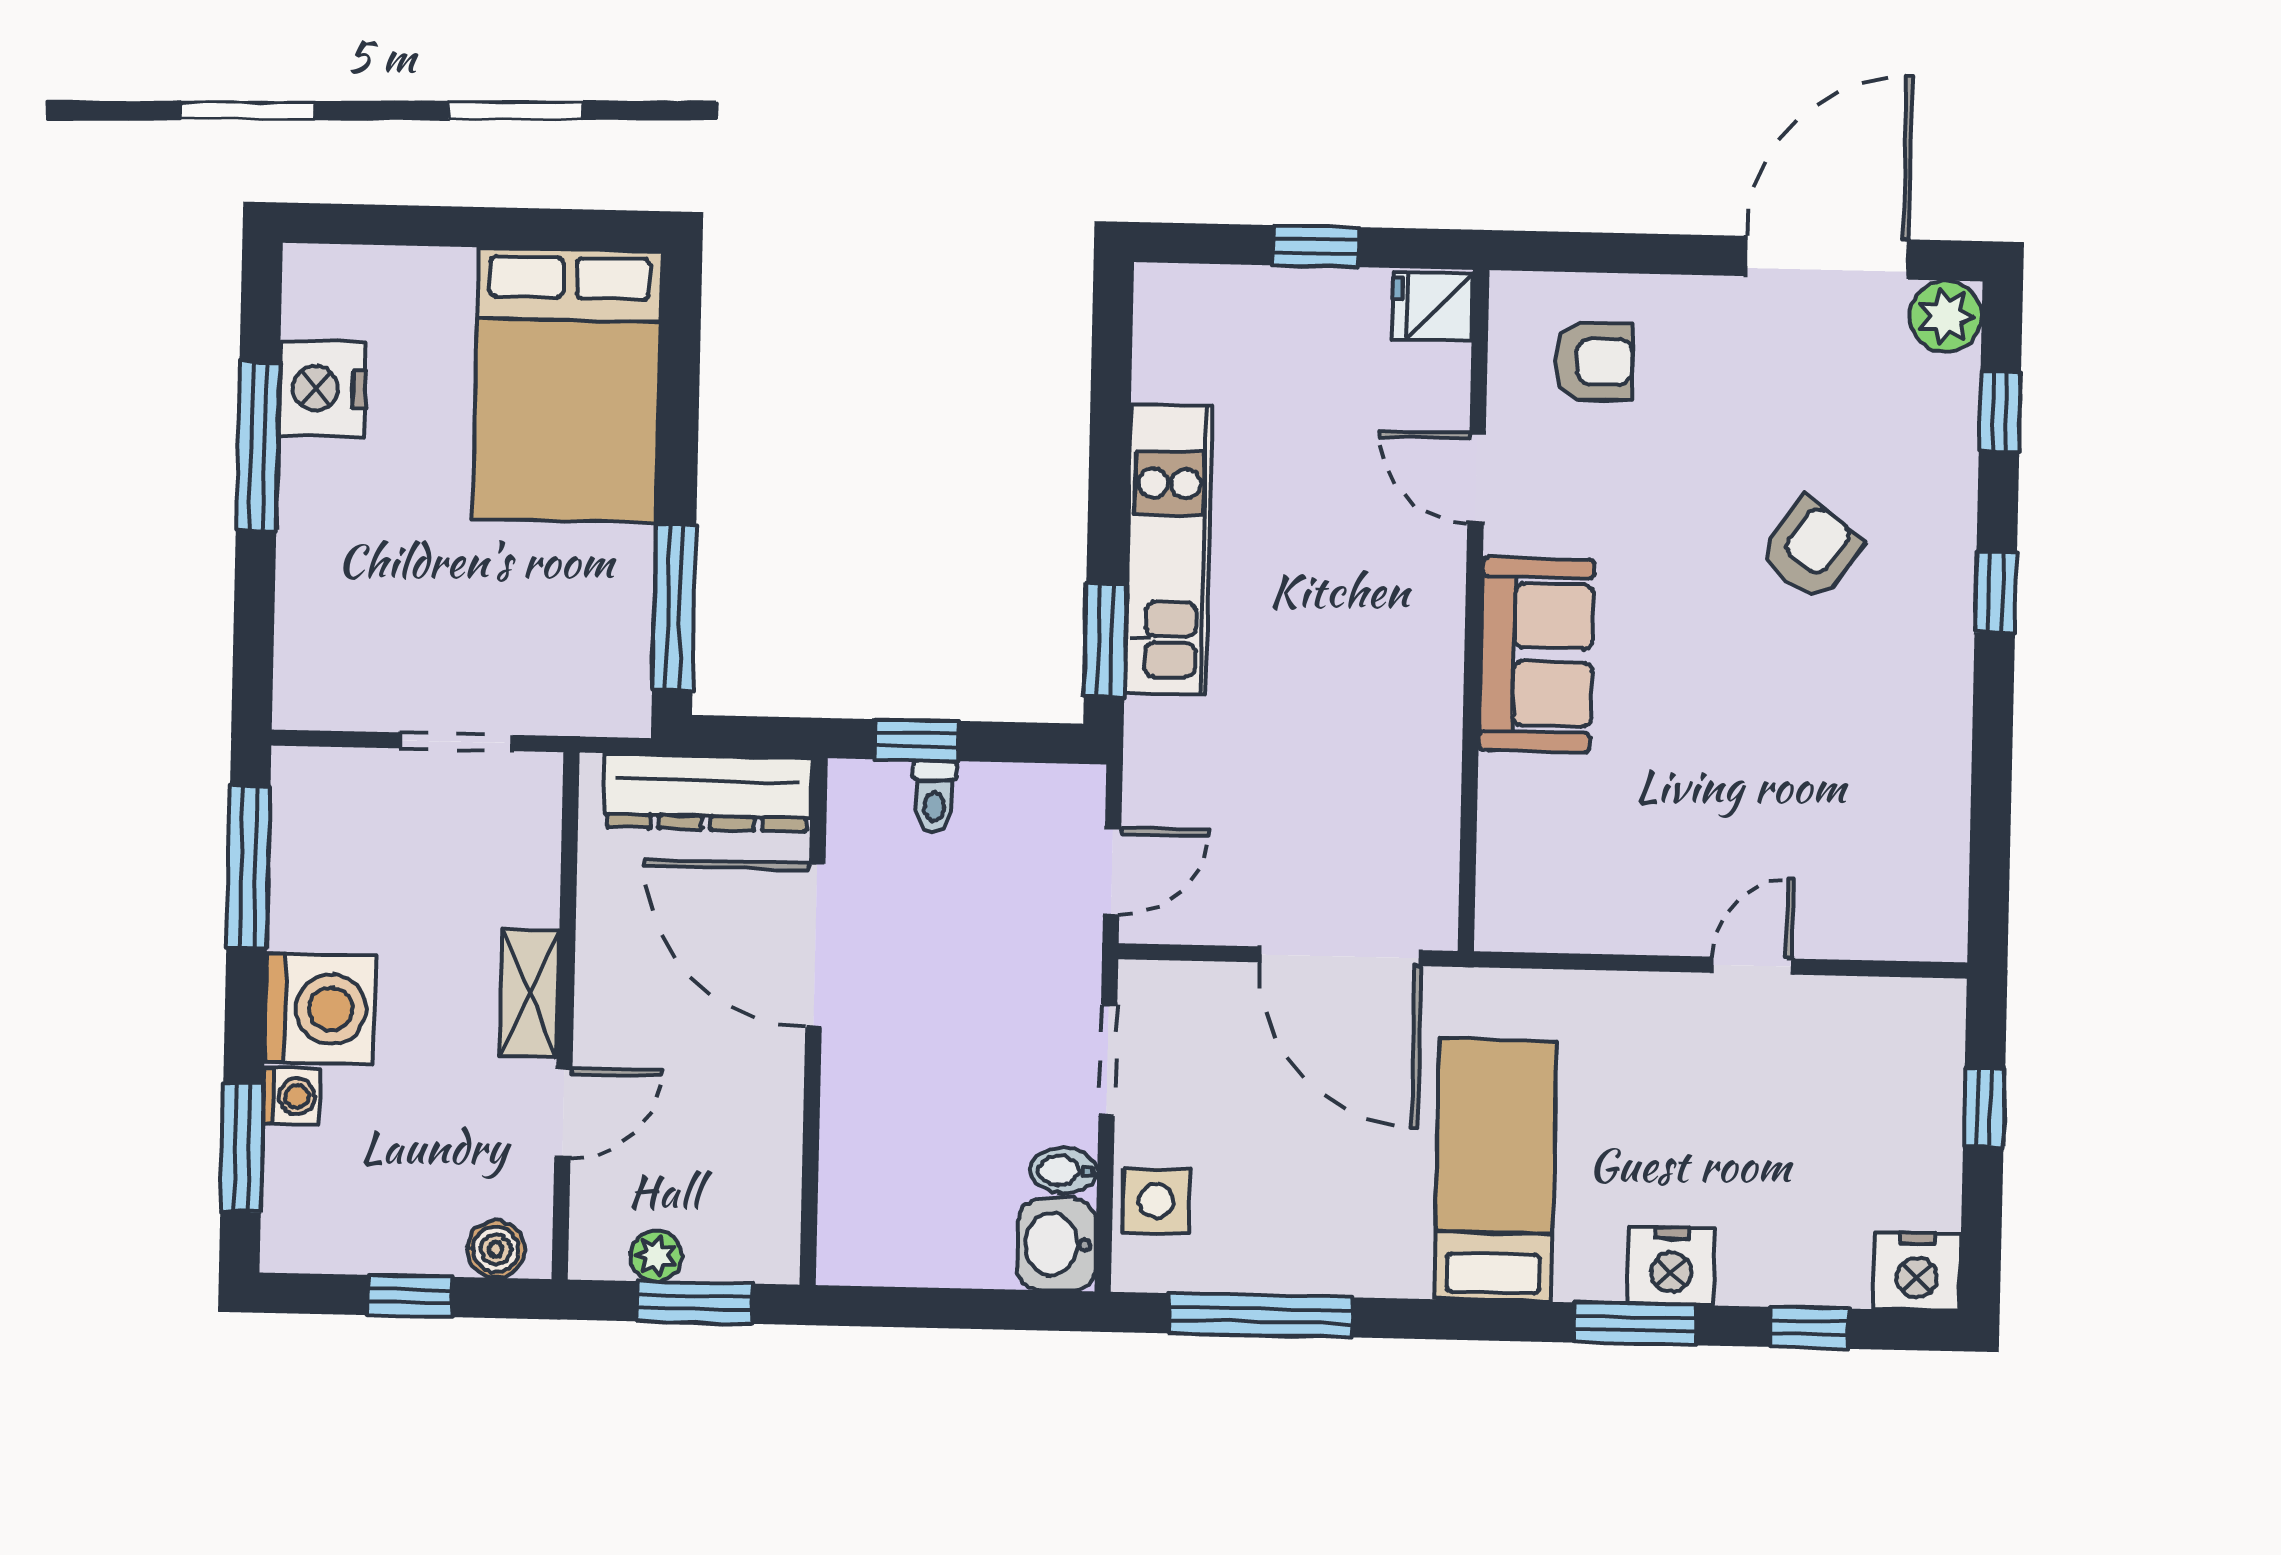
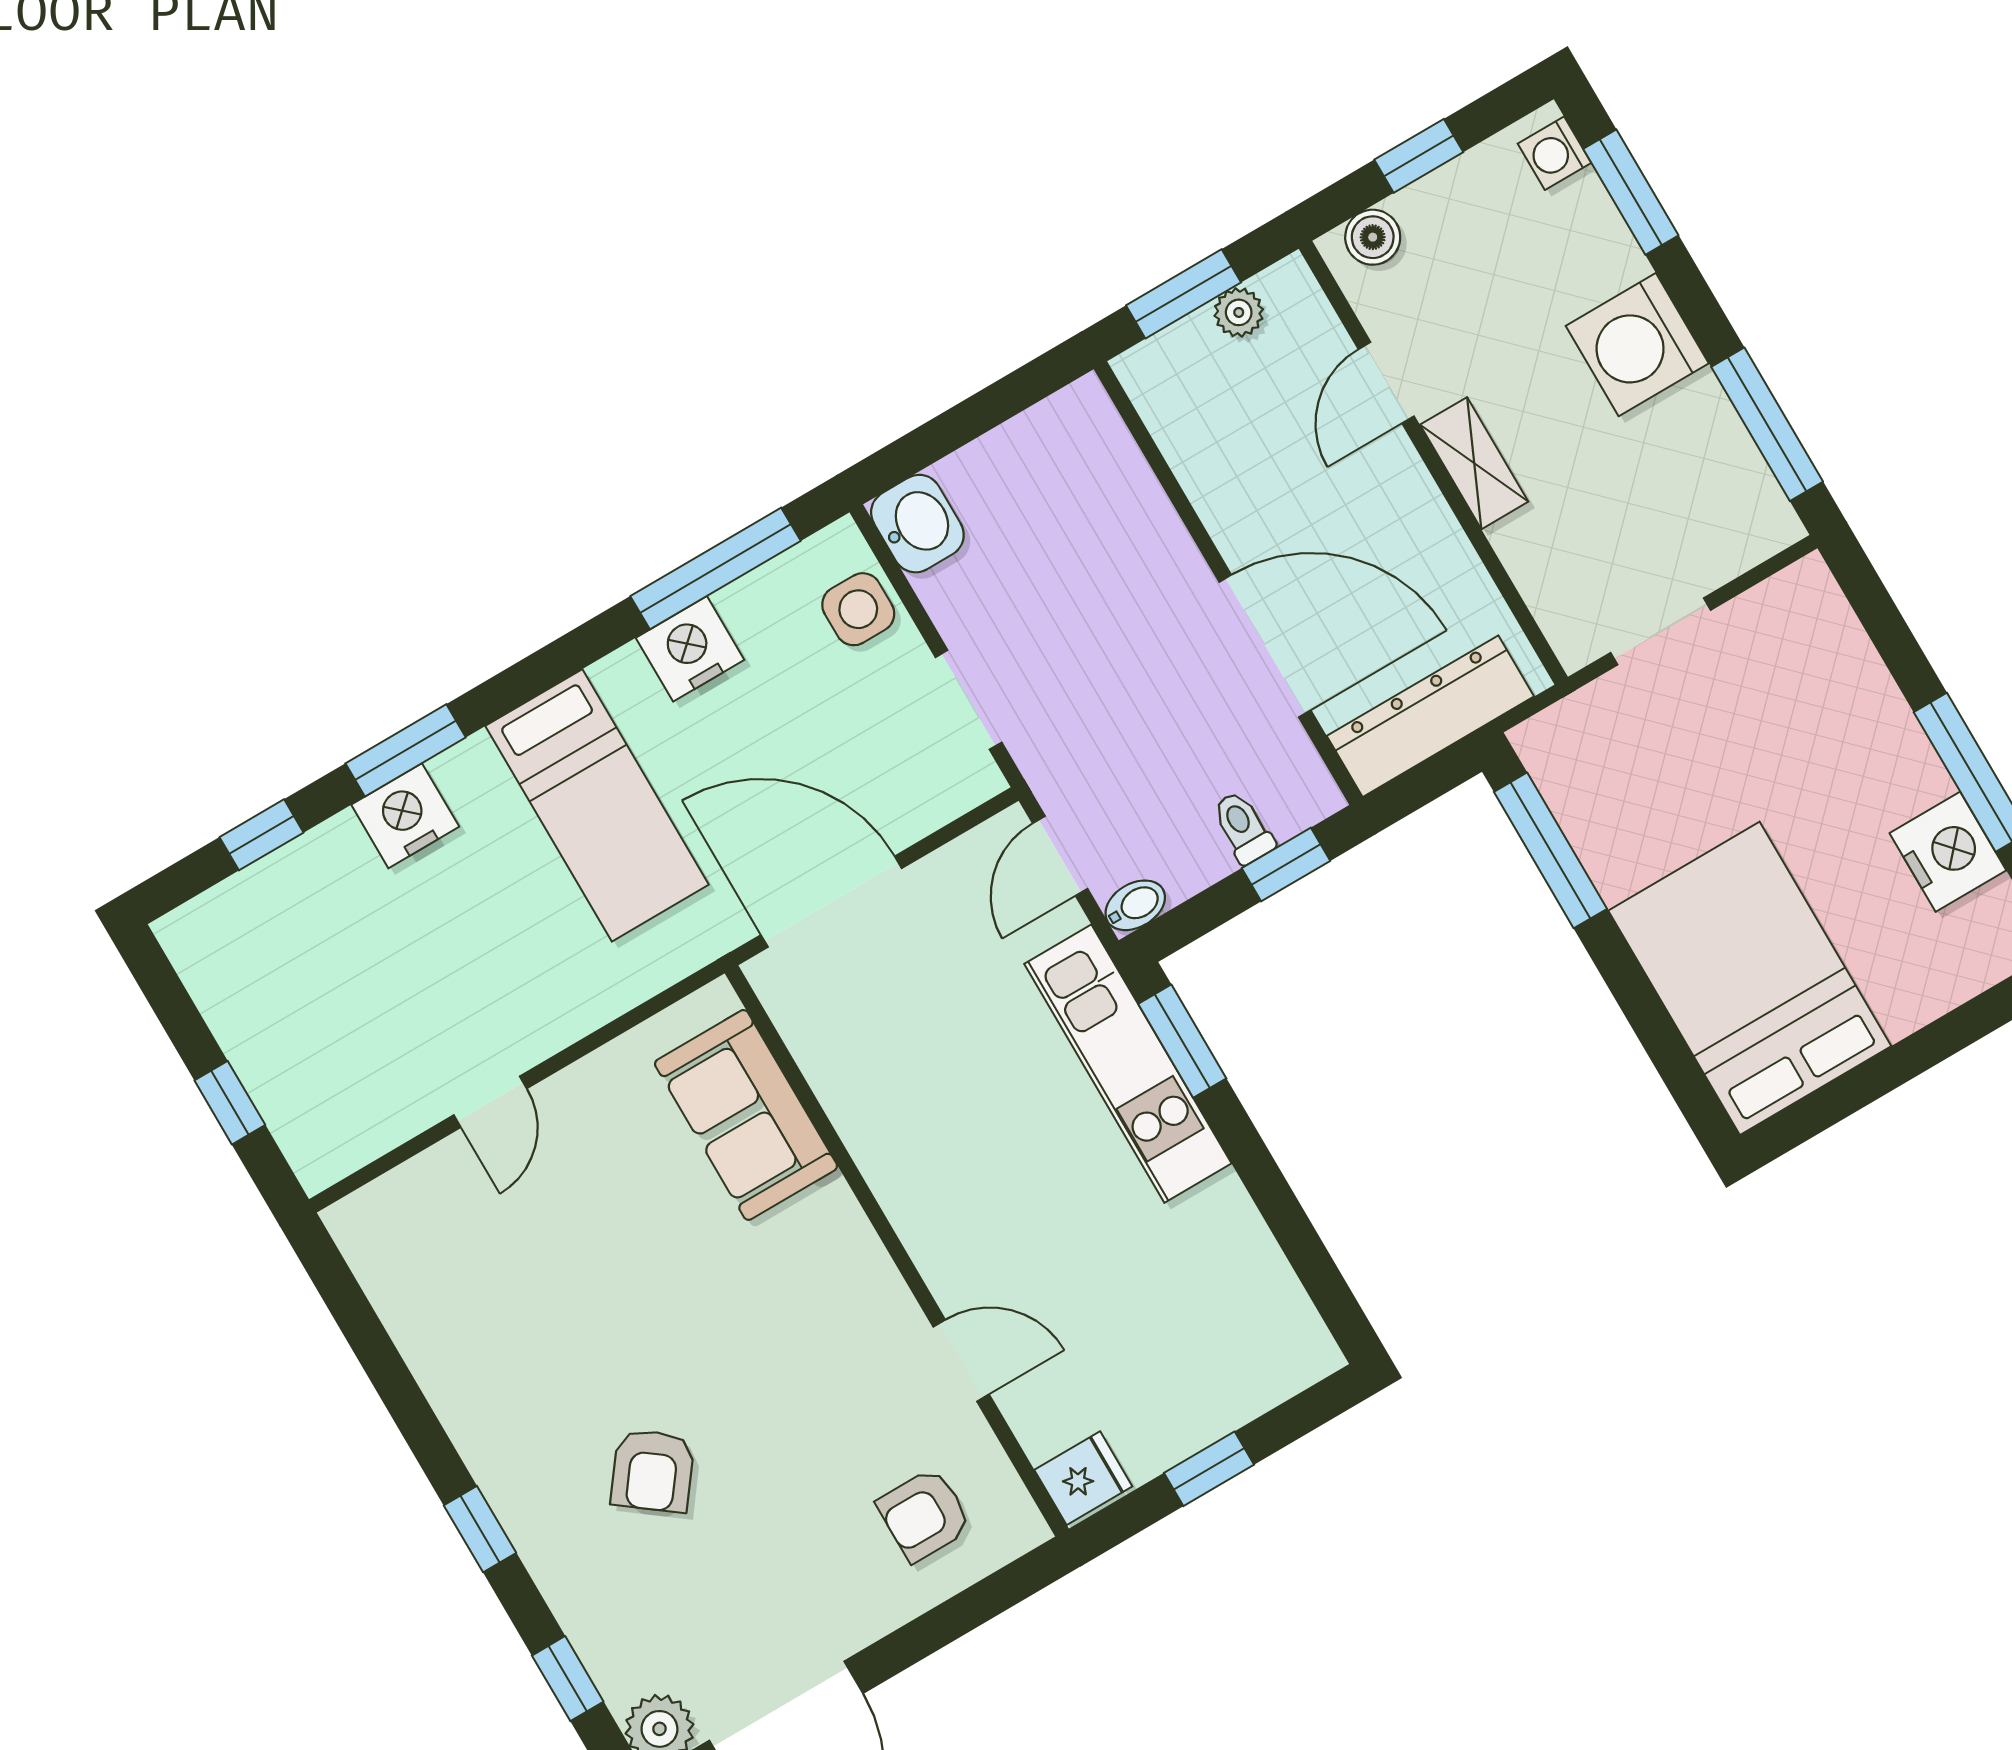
kitchen unit: (1168, 550) -> (1128, 1064), moved
sofa: (1536, 655) -> (746, 1115), moved
washing machine: (291, 1096) -> (1554, 153), moved
bidet: (1064, 1170) -> (1135, 905), moved
nightstand: (1917, 1271) -> (690, 649), moved

